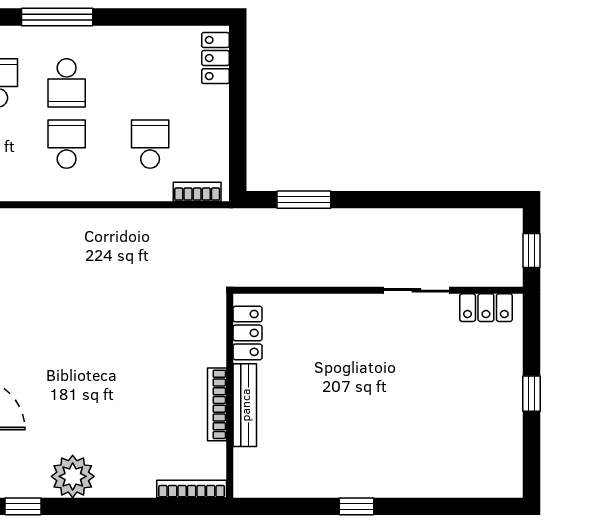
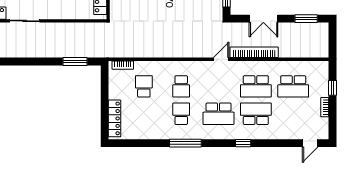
locker: (216, 58) -> (115, 118), width x1.53
school desk: (150, 144) -> (144, 86), turned 180

